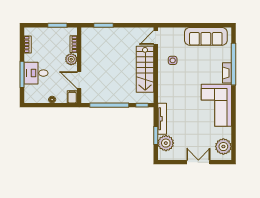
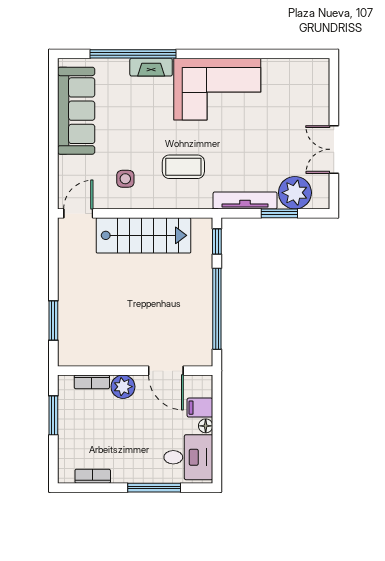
door: (156, 37) -> (78, 213), swing flipped
desk: (36, 73) -> (188, 457), moved, turned -90
door: (79, 80) -> (166, 371), hinge flipped
coffee table: (179, 89) -> (183, 167), added
filing cabinet: (72, 97) -> (200, 408), moved
plant: (223, 147) -> (302, 75), removed
double door: (198, 162) -> (334, 149), moved

